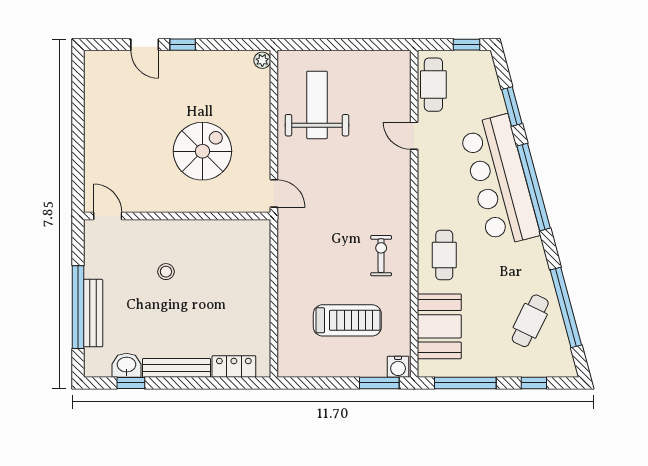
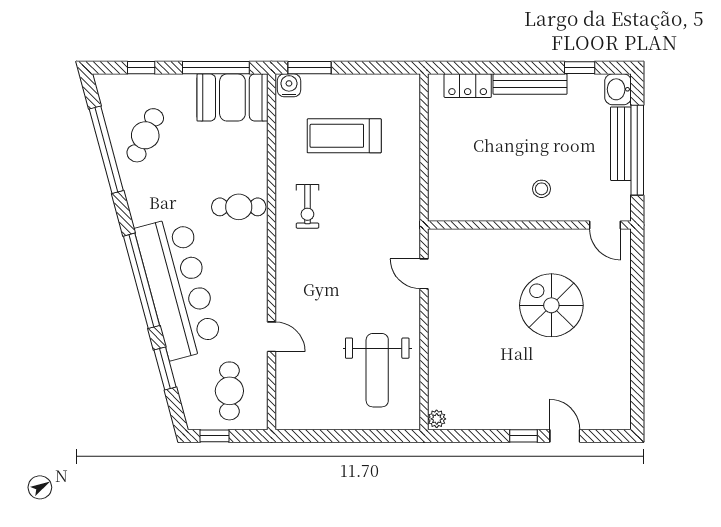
cafe table: (433, 85) -> (229, 391), moved
spiral stairs: (202, 151) -> (551, 305), moved, turned 90
door: (108, 216) -> (605, 225), moved
wall: (177, 216) -> (529, 225), moved
cafe table: (444, 255) -> (239, 207), turned 90
booth: (439, 326) -> (232, 97), moved, turned 90
washbasin: (126, 365) -> (618, 89), moved, turned 90

